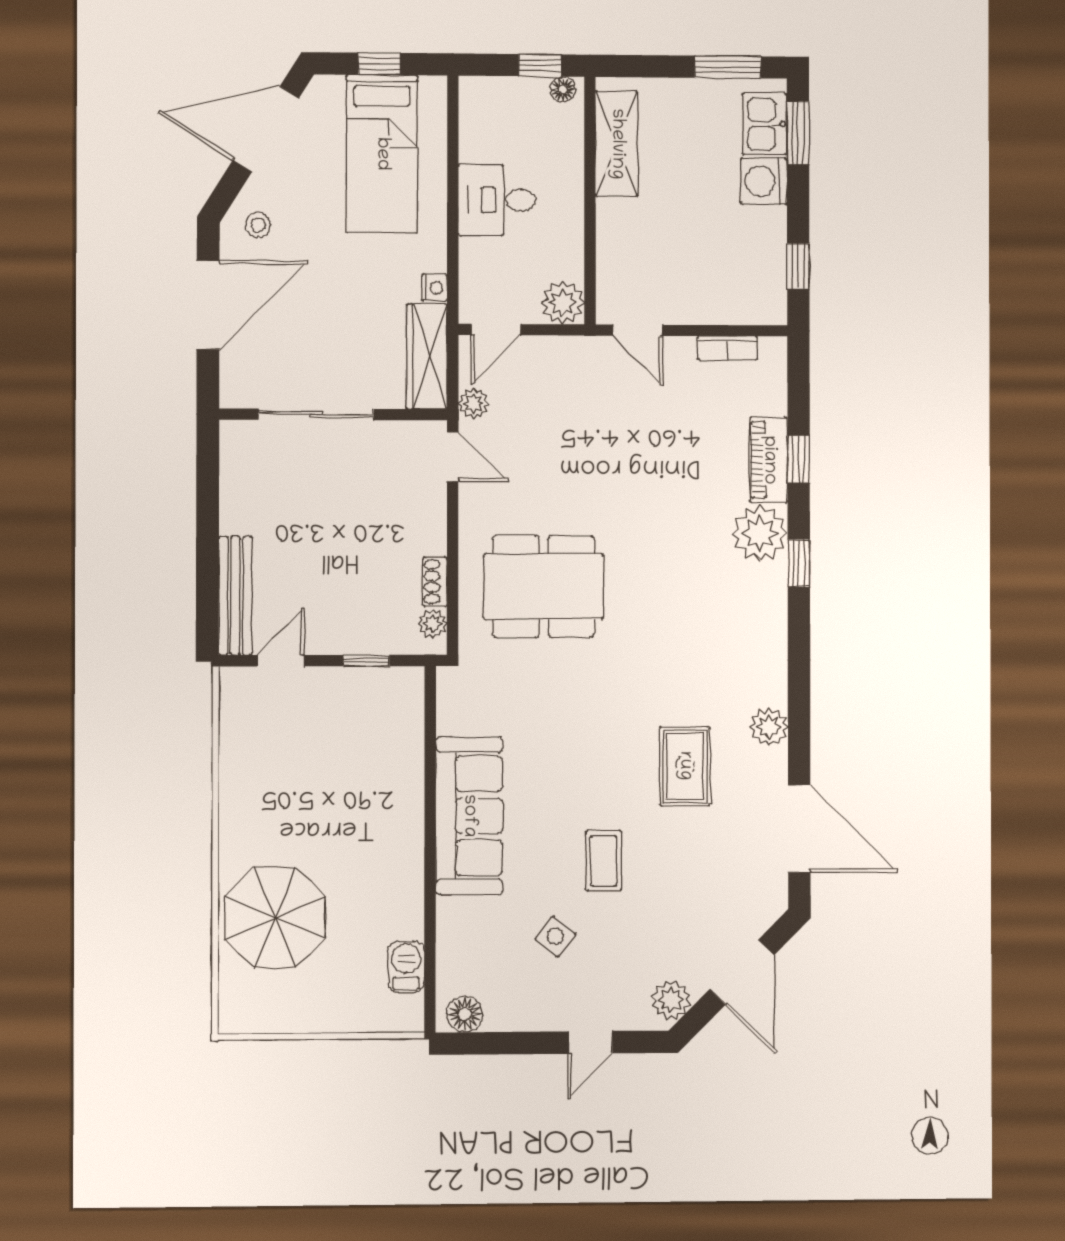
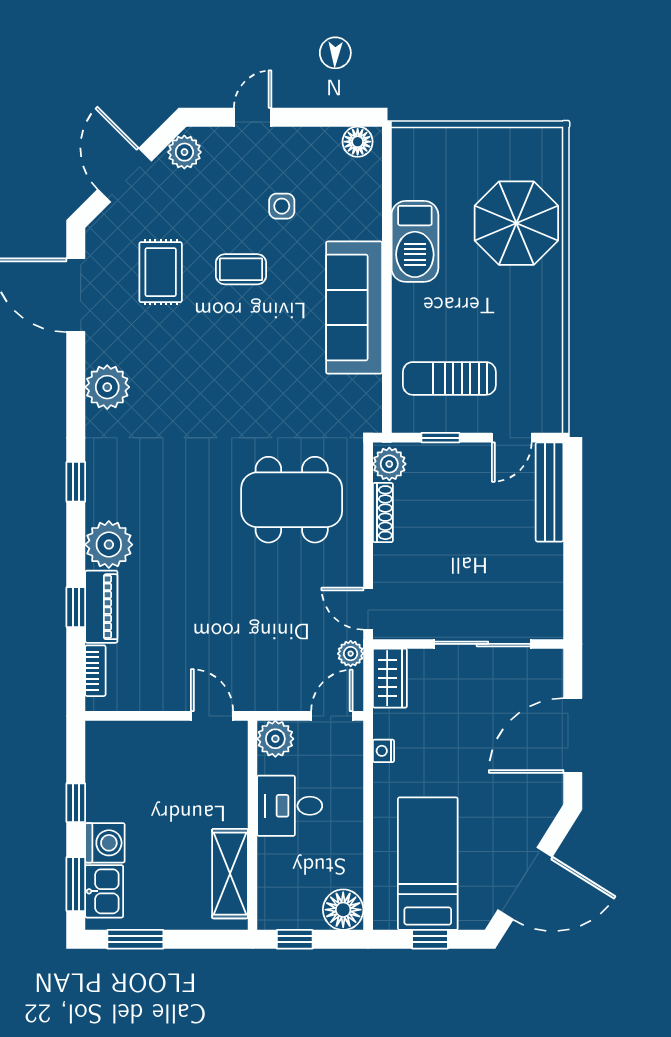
floor lamp: (563, 89) -> (343, 910), moved, width x1.89, depth x1.89
desk: (497, 200) -> (290, 806), moved, turned 180
stool: (258, 225) -> (531, 803), removed
window: (798, 266) -> (76, 803), moved
bookcase: (728, 348) -> (95, 671), moved, turned 90
wardrobe: (427, 357) -> (390, 678), width x0.67
window: (799, 563) -> (76, 482), moved
shoe rack: (435, 582) -> (383, 513), width x1.43
plant: (433, 624) -> (389, 464), width x1.38, depth x1.38
plant: (769, 727) -> (107, 387), width x1.36, depth x1.36
sun lounger: (355, 731) -> (449, 378), added
rug: (685, 766) -> (161, 272), moved
coffee table: (604, 861) -> (241, 269), turned 90
side table: (555, 936) -> (282, 206), turned -38
barbecue: (406, 967) -> (415, 241), moved, width x1.88, depth x1.53

